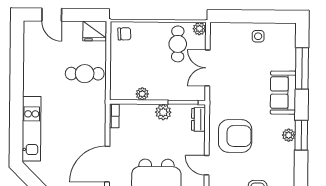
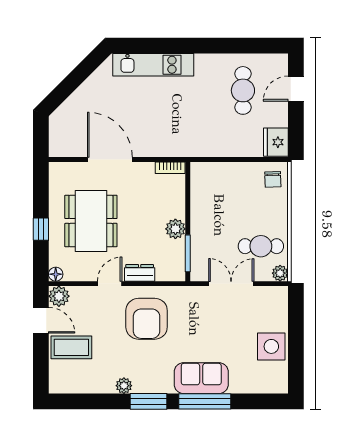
side table: (258, 36) -> (271, 346), width x1.87, depth x1.87
window: (302, 68) -> (205, 401), moved
cafe table: (85, 74) -> (243, 90), moved
plant: (142, 94) -> (198, 202), removed
dresser: (198, 119) -> (140, 273), moved
plant: (289, 135) -> (124, 386), moved

